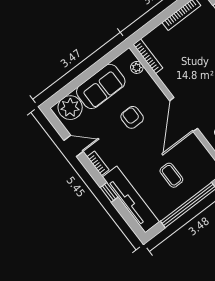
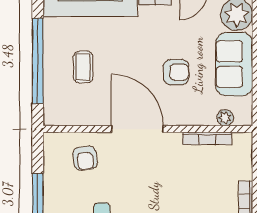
bookcase: (148, 56) -> (207, 138), moved
coffee table: (171, 175) -> (83, 67), turned 90

